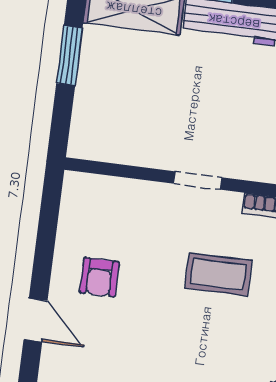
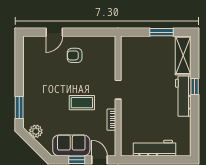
coffee table: (218, 274) -> (82, 103), turned 90

